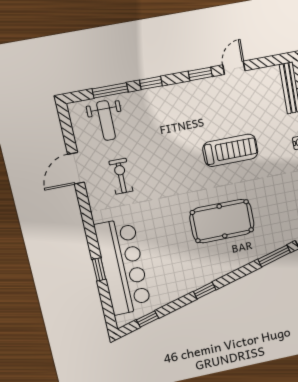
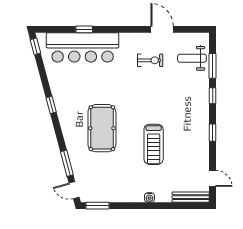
door: (234, 68) -> (213, 178), moved
window: (147, 319) -> (35, 46), moved

